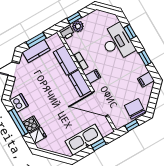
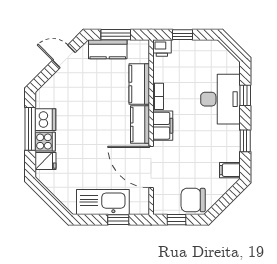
plant: (78, 26) -> (181, 48), removed
filing cabinet: (93, 76) -> (163, 126), width x2.00
dishwasher: (19, 103) -> (45, 120), moved
chair: (135, 109) -> (193, 200), turned -93

